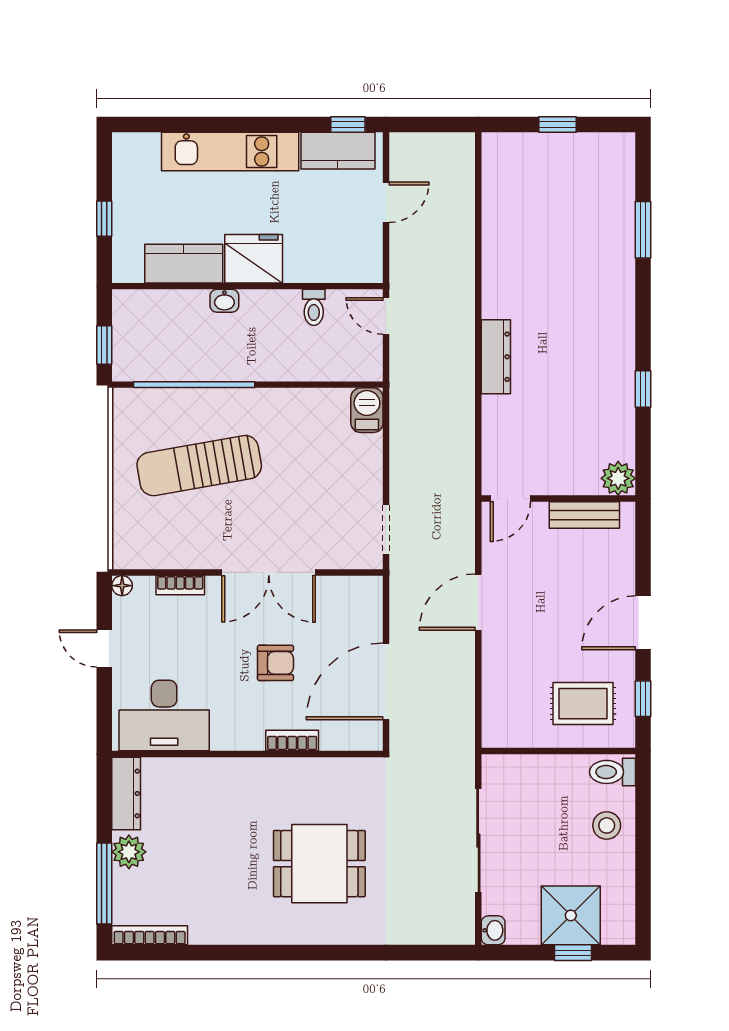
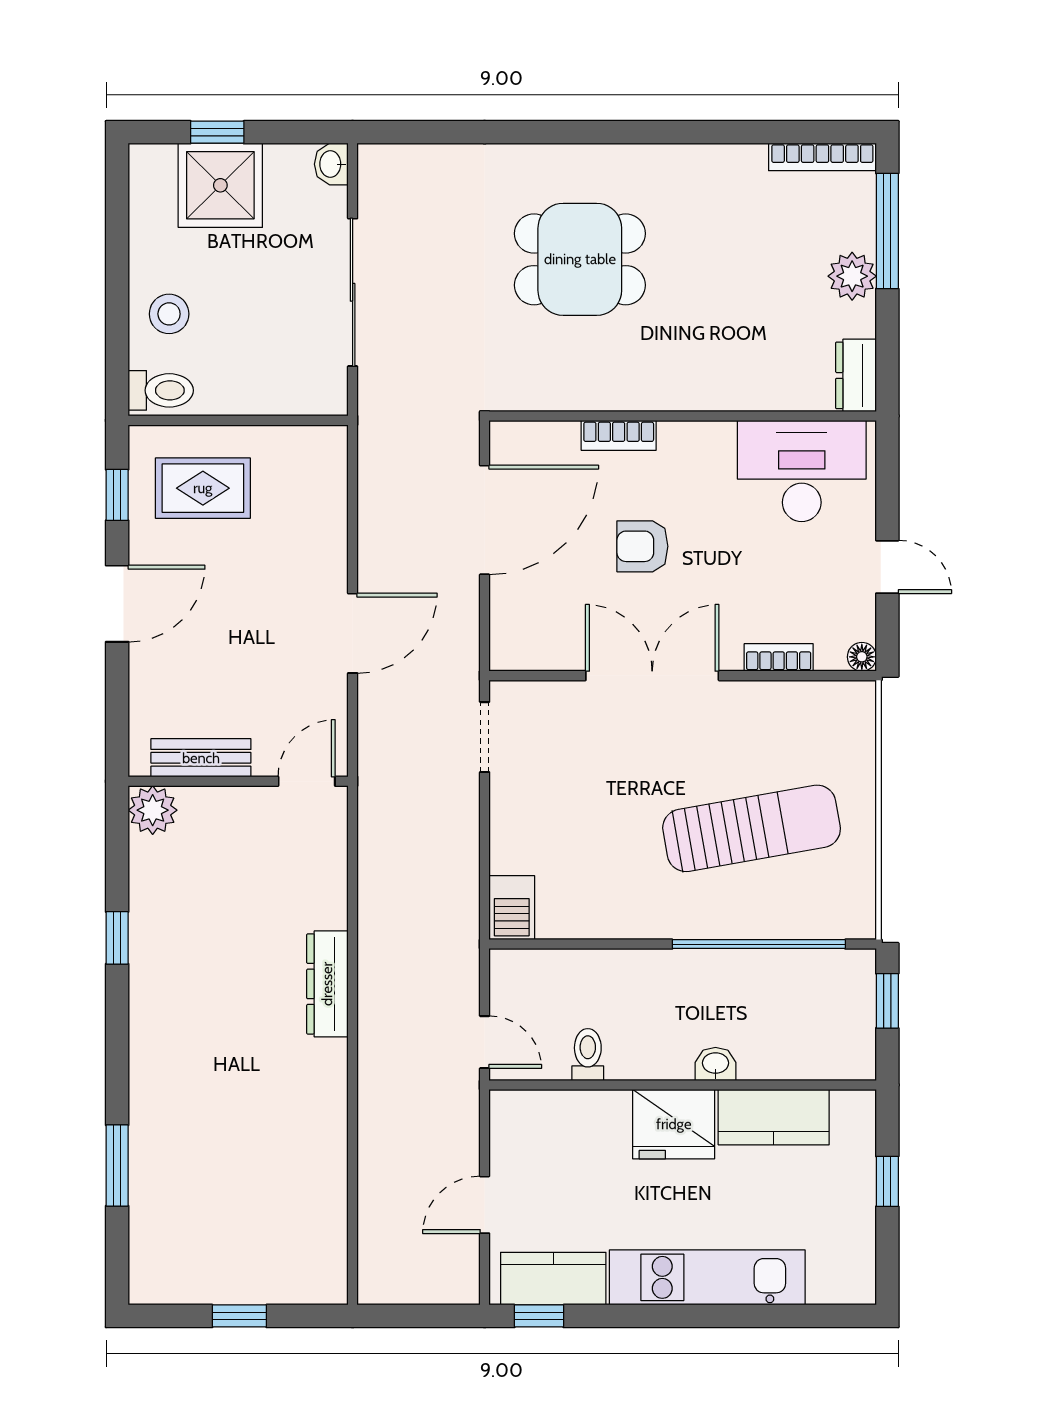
dresser: (126, 794) -> (856, 375), width x0.70

